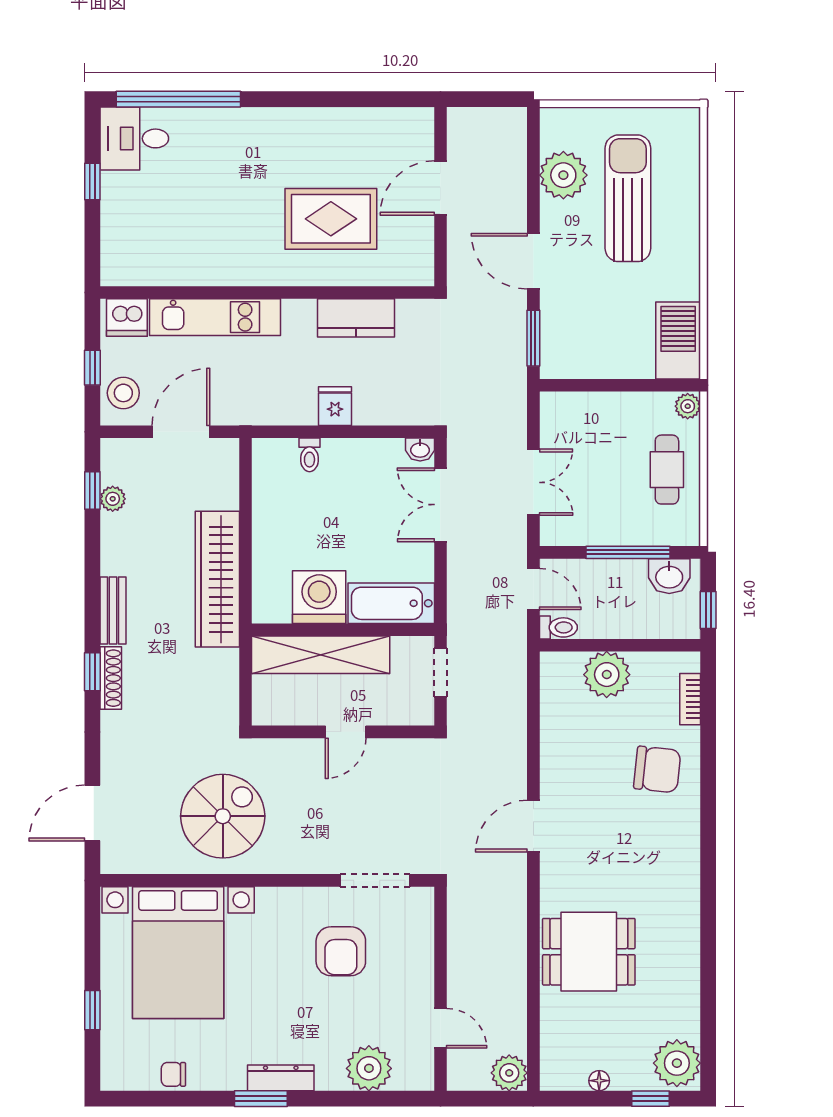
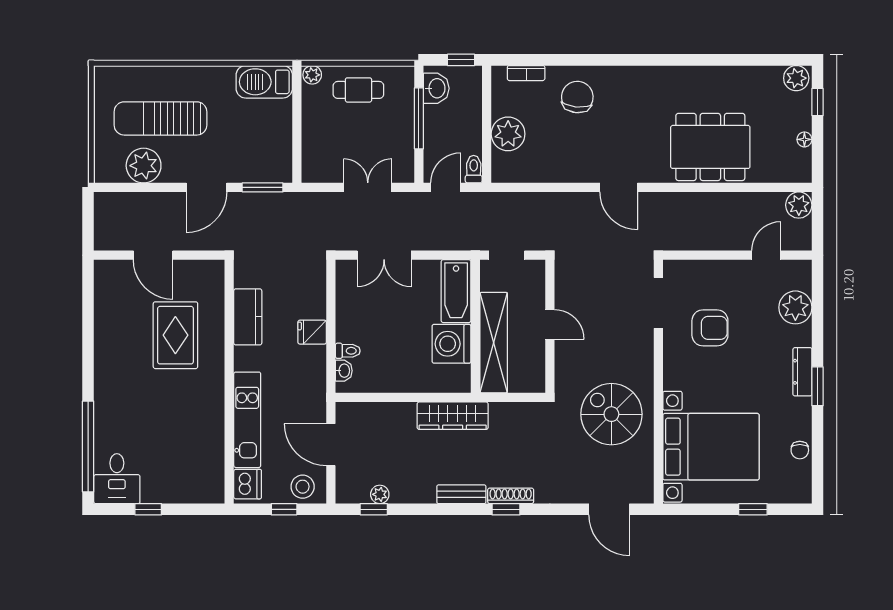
washbasin: (420, 449) -> (344, 371), moved
wardrobe: (217, 579) -> (453, 416), width x0.71, depth x0.85
dining table: (589, 952) -> (710, 147), width x1.38
plant: (677, 1063) -> (796, 78), width x0.73, depth x0.73

